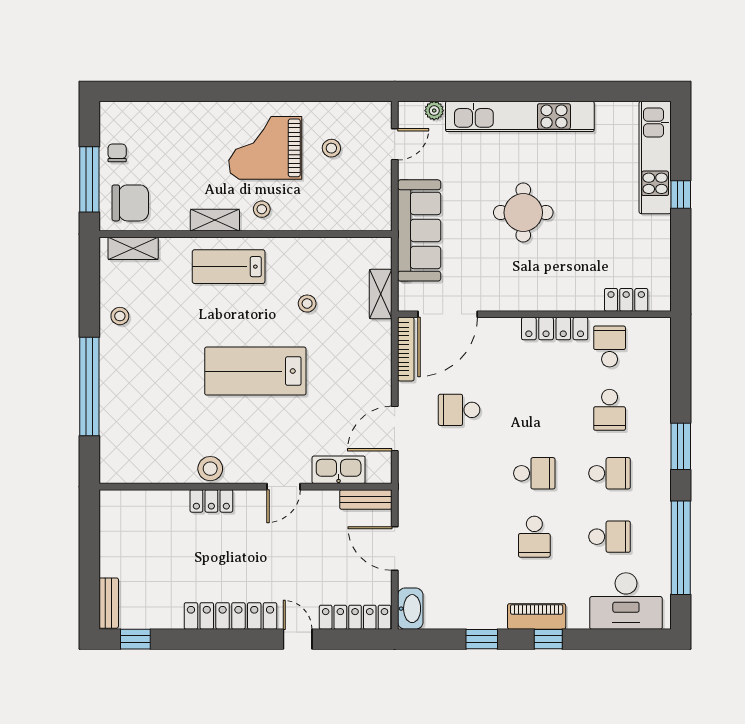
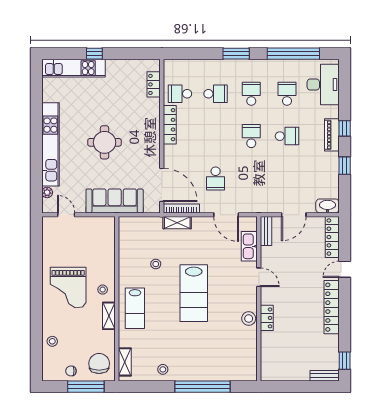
stool: (331, 148) -> (52, 341), moved
shelving: (381, 294) -> (177, 223), moved

